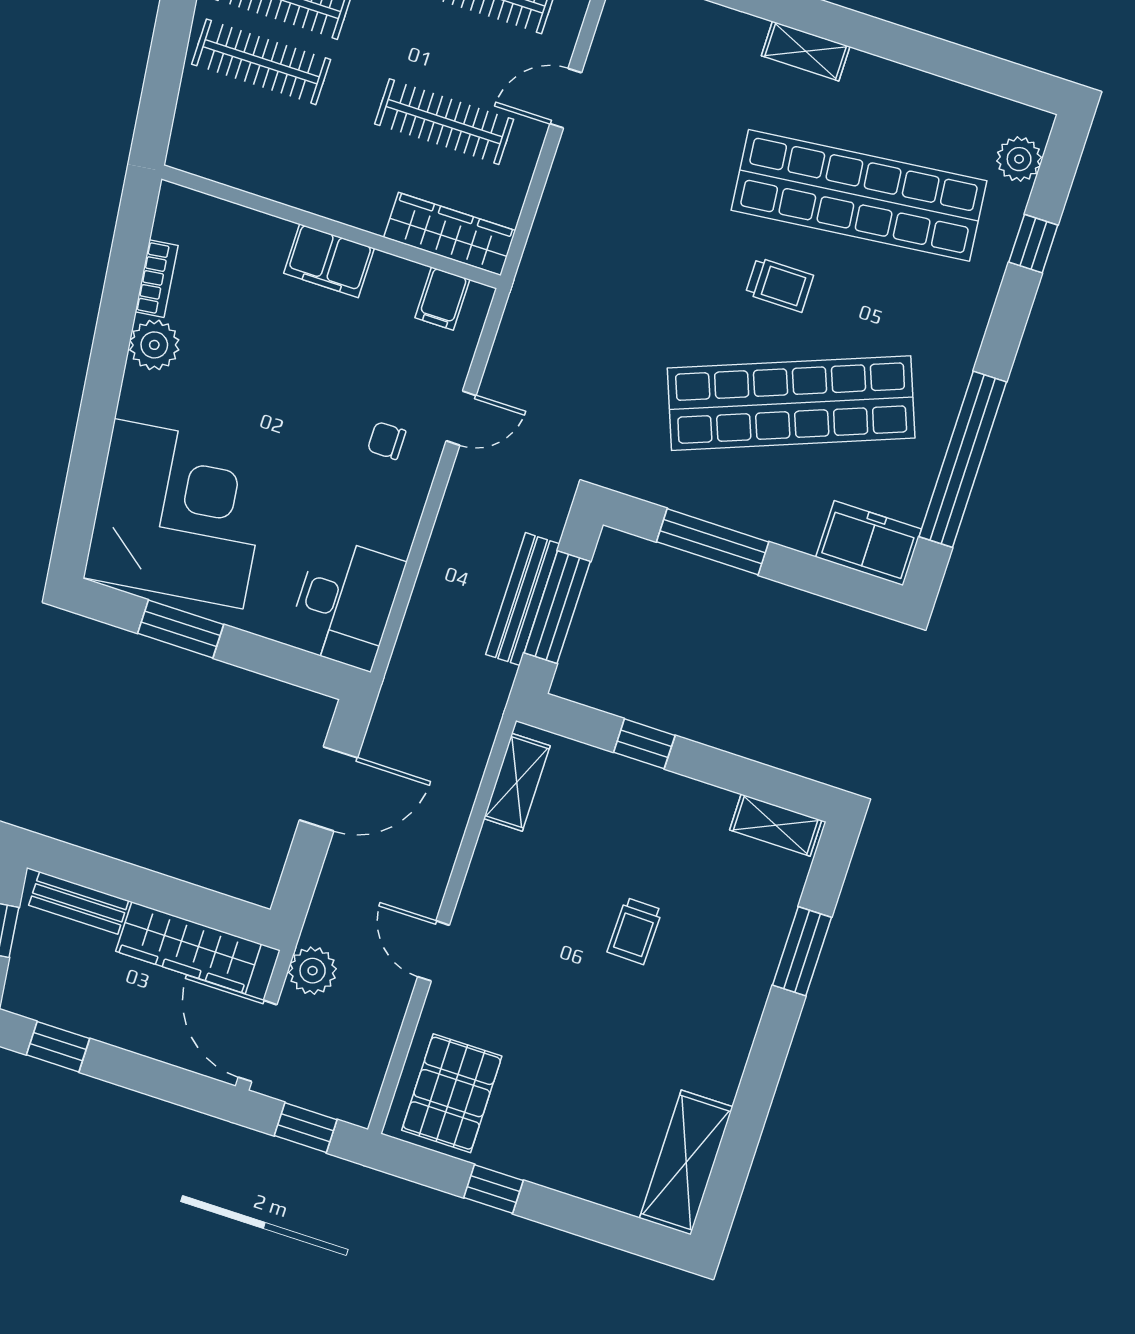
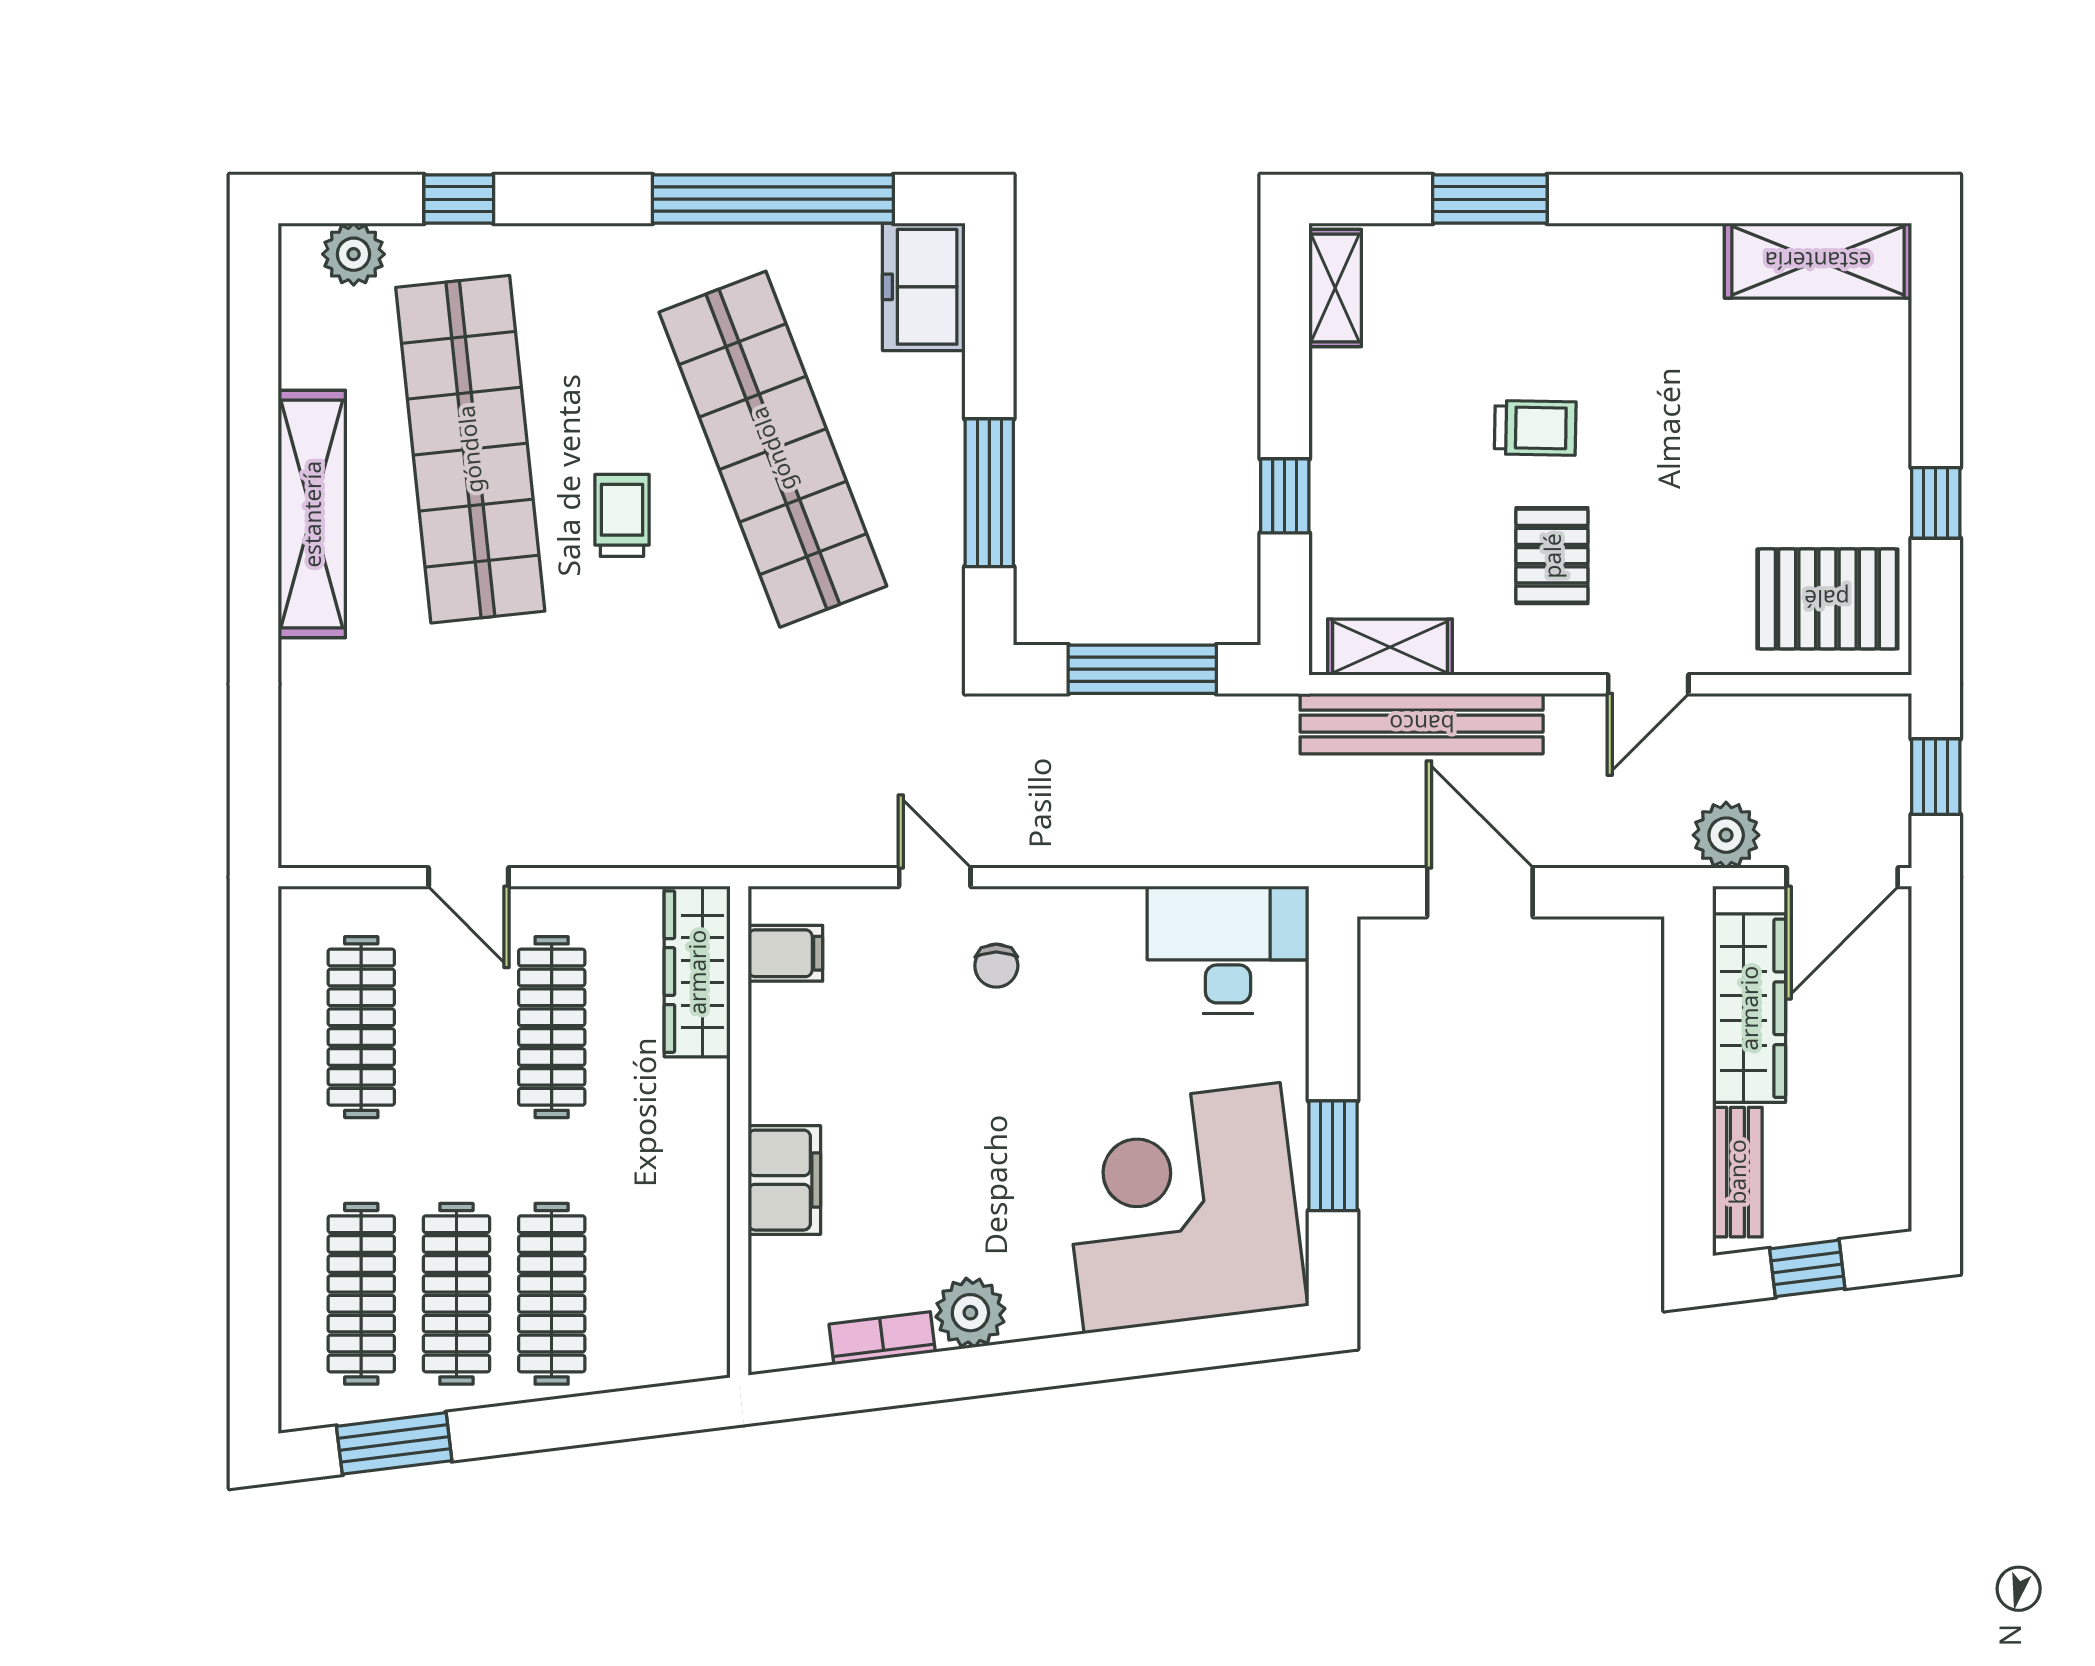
shelving: (806, 51) -> (312, 514), width x2.20, depth x1.33
filing cabinet: (329, 261) -> (784, 1180), moved
bench: (523, 599) -> (1422, 724), moved, width x1.37, depth x1.21
pallet: (543, 914) -> (1552, 556), added
window: (58, 1047) -> (1936, 1137), removed

